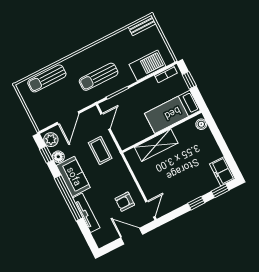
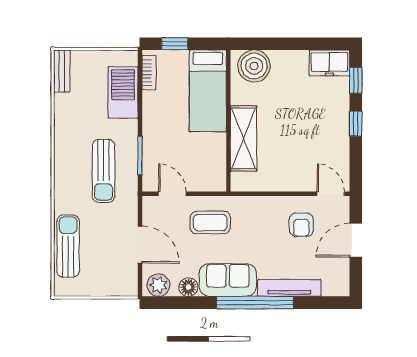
sun lounger: (47, 78) -> (68, 246), turned 180
boiler: (201, 124) -> (254, 66), width x1.86, depth x1.86
window: (46, 155) -> (177, 303), removed

